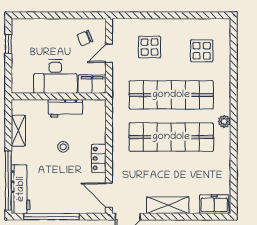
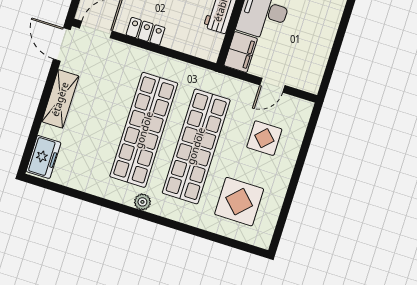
chair: (85, 38) -> (301, 61), removed
display table: (202, 51) -> (239, 202), width x1.36, depth x1.36
door: (109, 53) -> (272, 85), swing flipped

